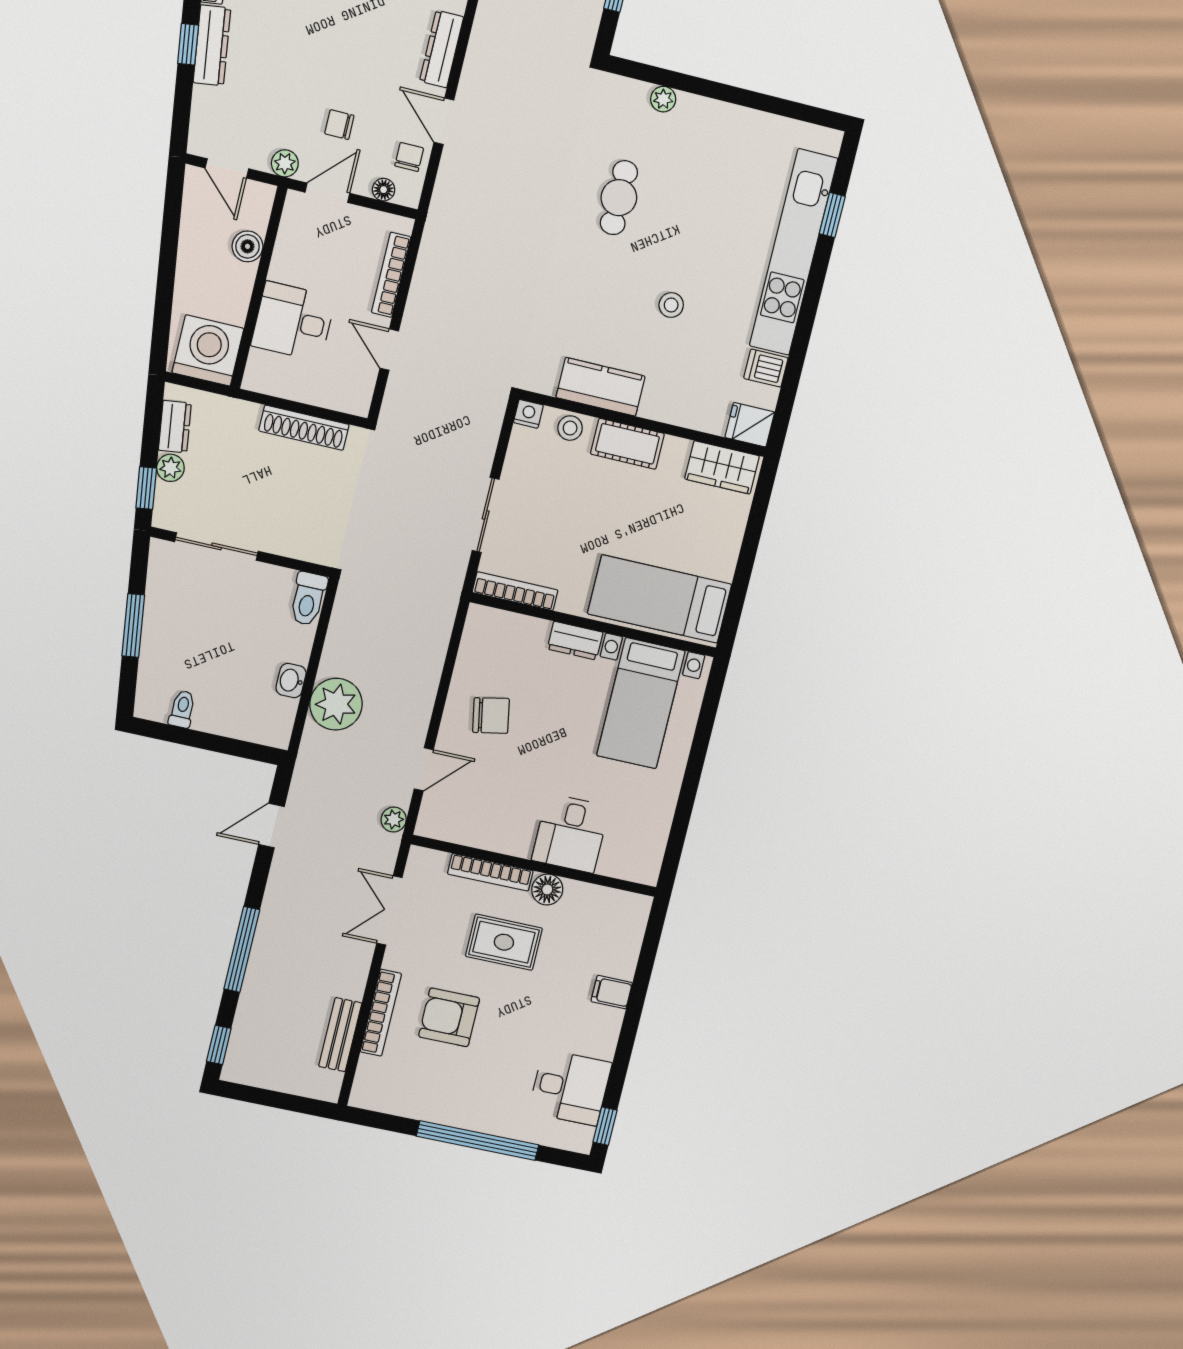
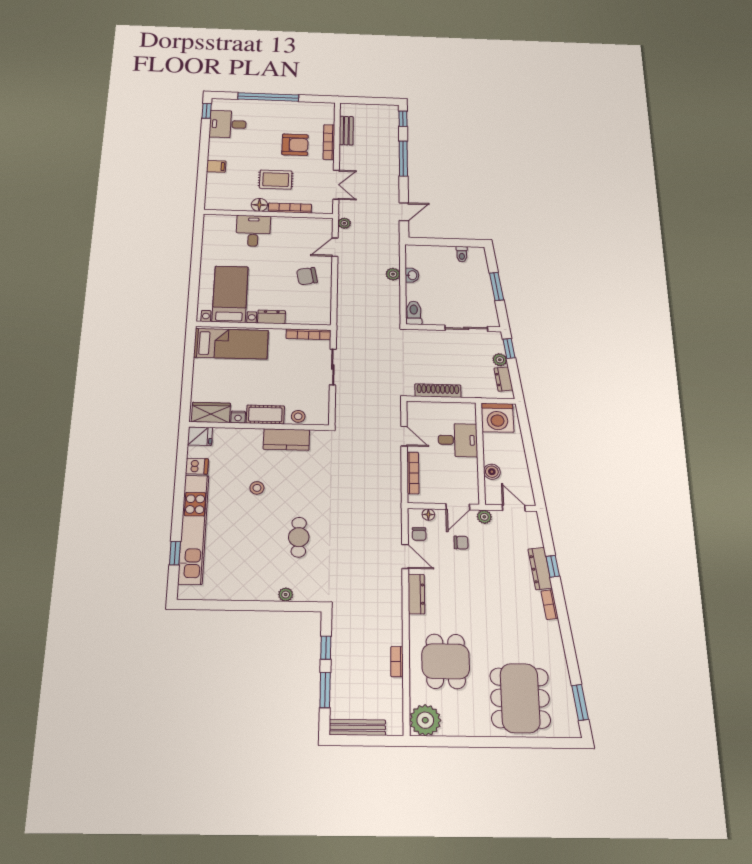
nightstand: (528, 414) -> (238, 417), moved
plant: (336, 704) -> (393, 274), width x0.53, depth x0.53

